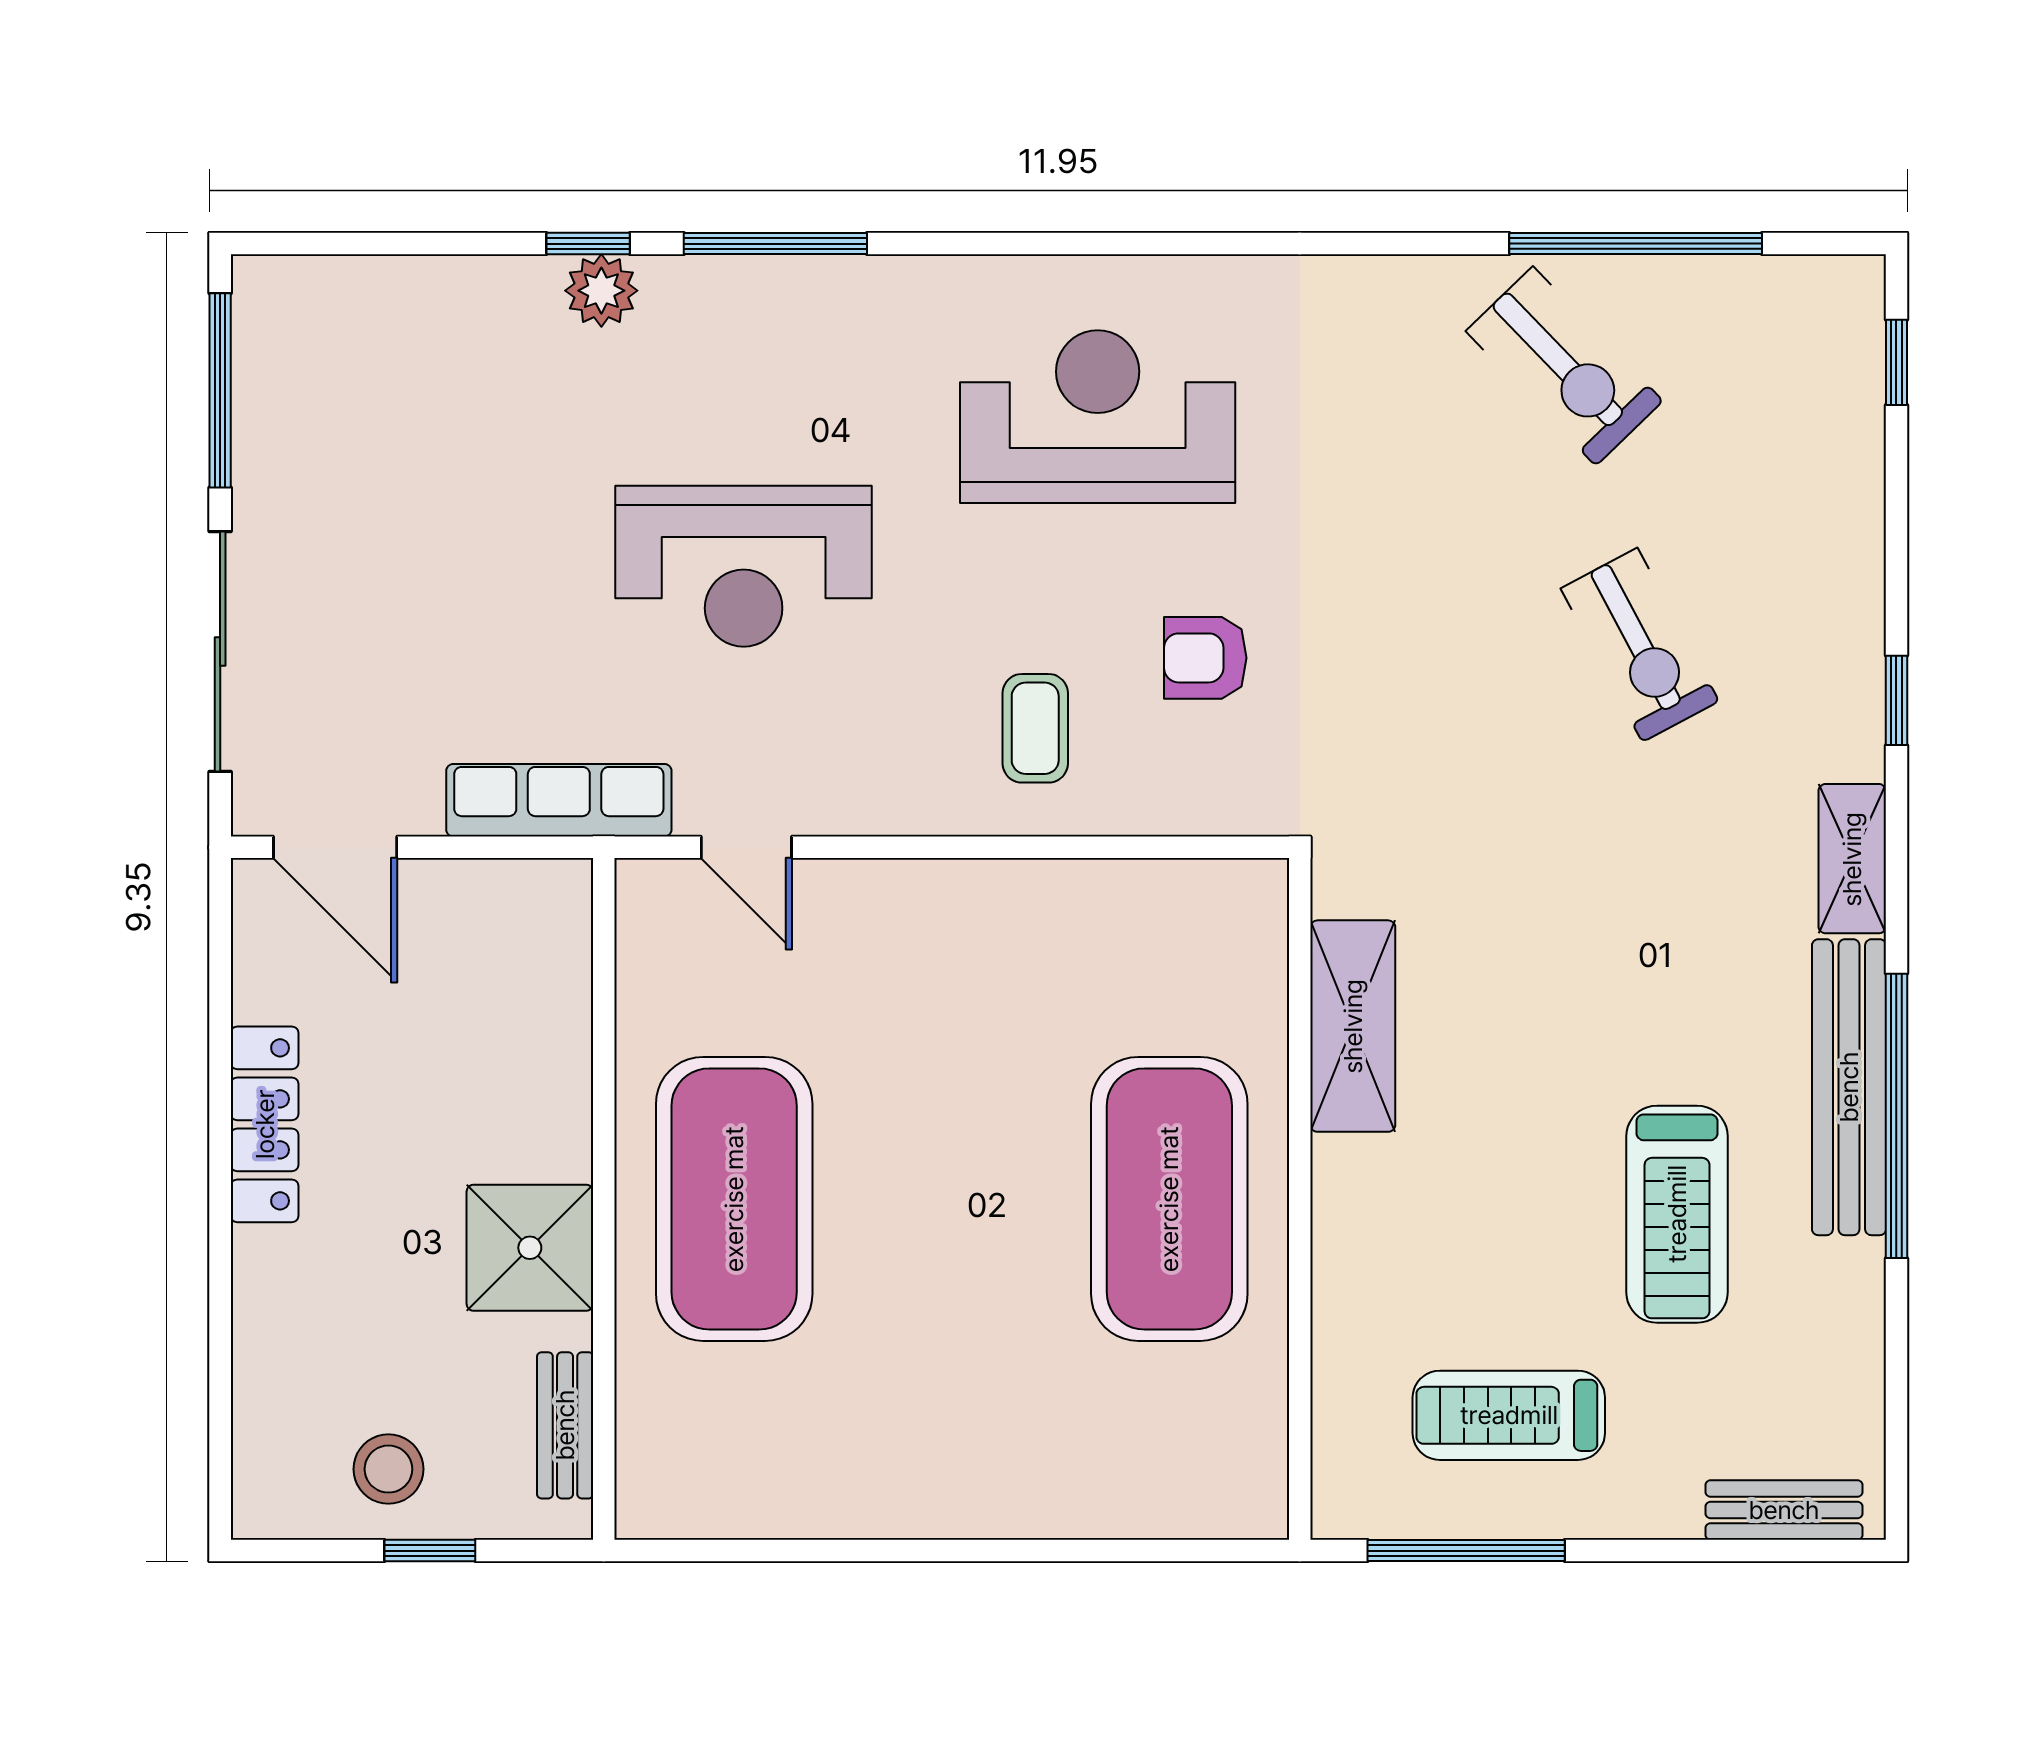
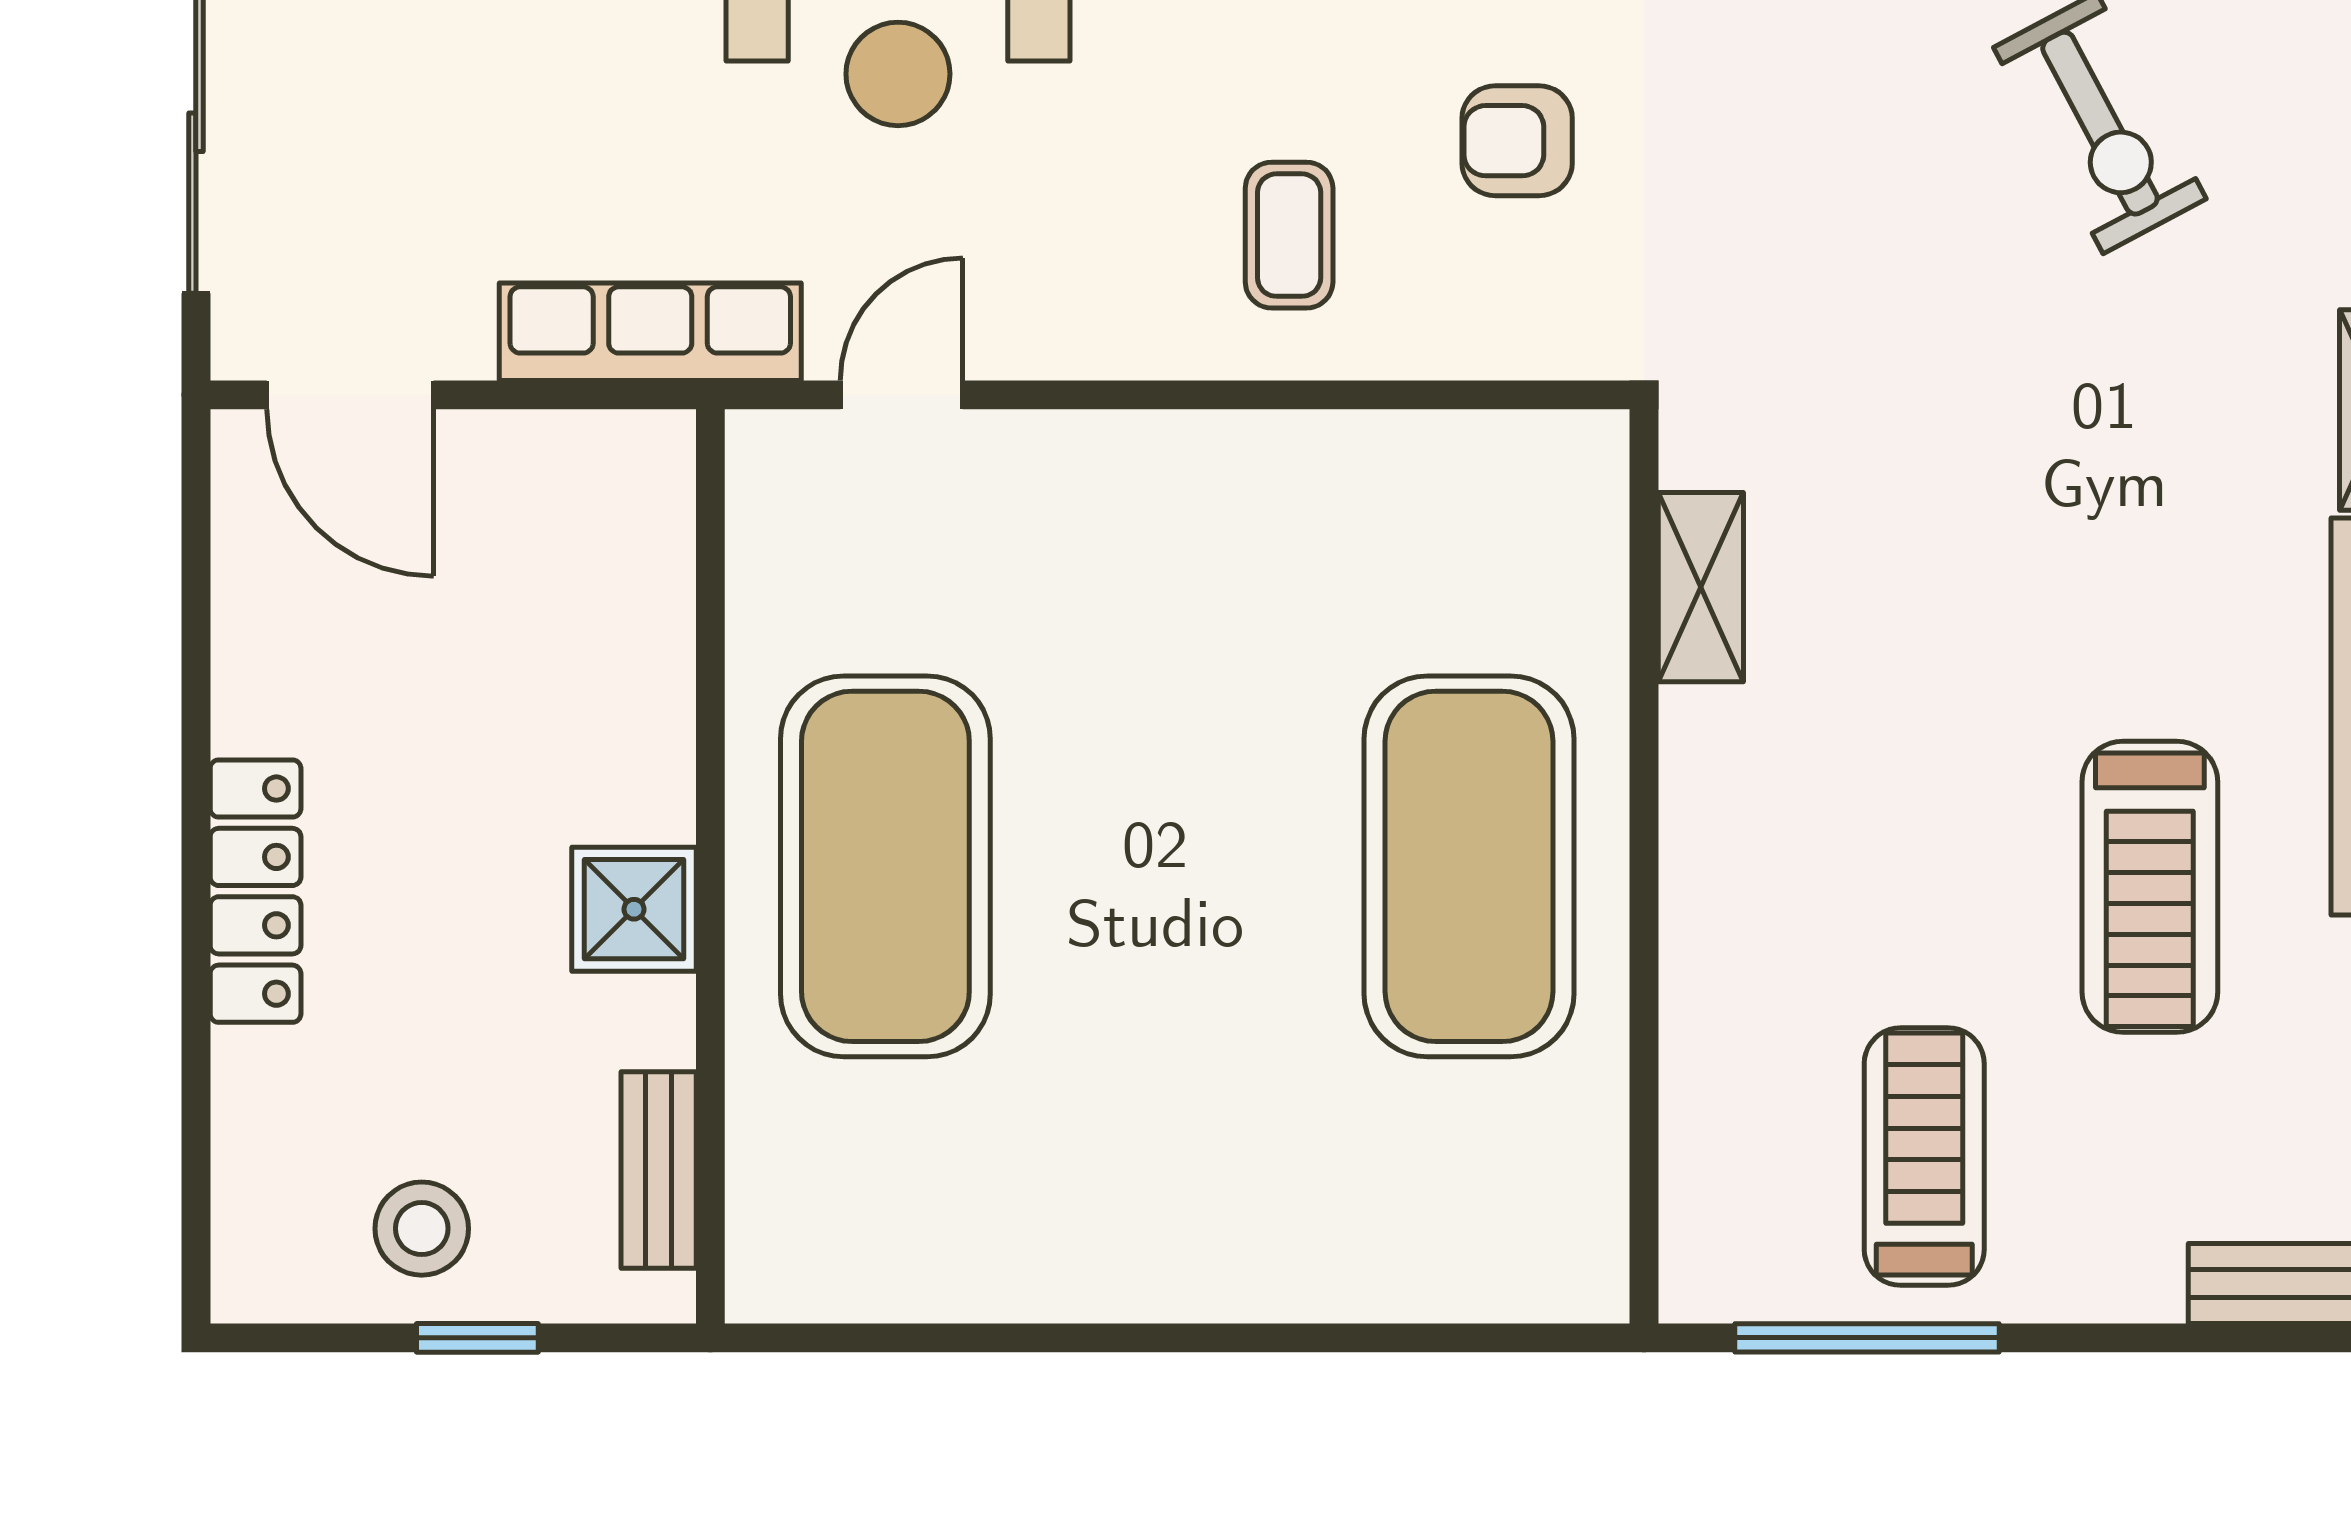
door: (746, 847) -> (902, 395), swing flipped
shelving: (1353, 1026) -> (1701, 587), width x0.67, depth x0.75
locker: (265, 1124) -> (256, 891), moved
shower: (530, 1248) -> (634, 909), width x0.73, depth x0.73
treadmill: (1509, 1415) -> (1924, 1157), turned 90

